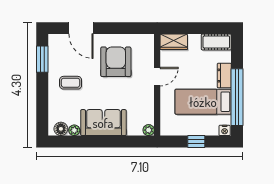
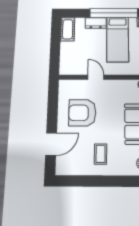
wardrobe: (174, 42) -> (66, 64), removed
window: (42, 59) -> (78, 181), removed

